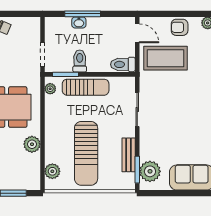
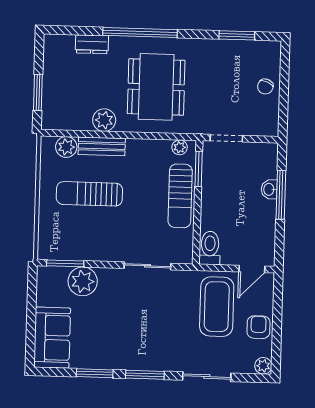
toilet: (80, 61) -> (216, 189), removed
sun lounger: (86, 153) -> (89, 194), width x0.73, depth x0.75
bench: (129, 155) -> (102, 146), moved
plant: (150, 171) -> (83, 281), moved

